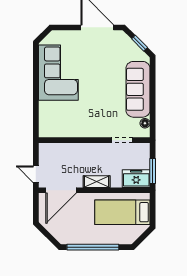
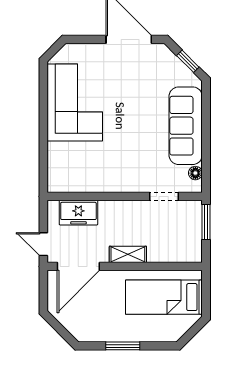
window: (153, 171) -> (206, 222), moved
freezer: (136, 179) -> (78, 213), moved, turned 180
window: (93, 247) -> (123, 346), width x0.47

